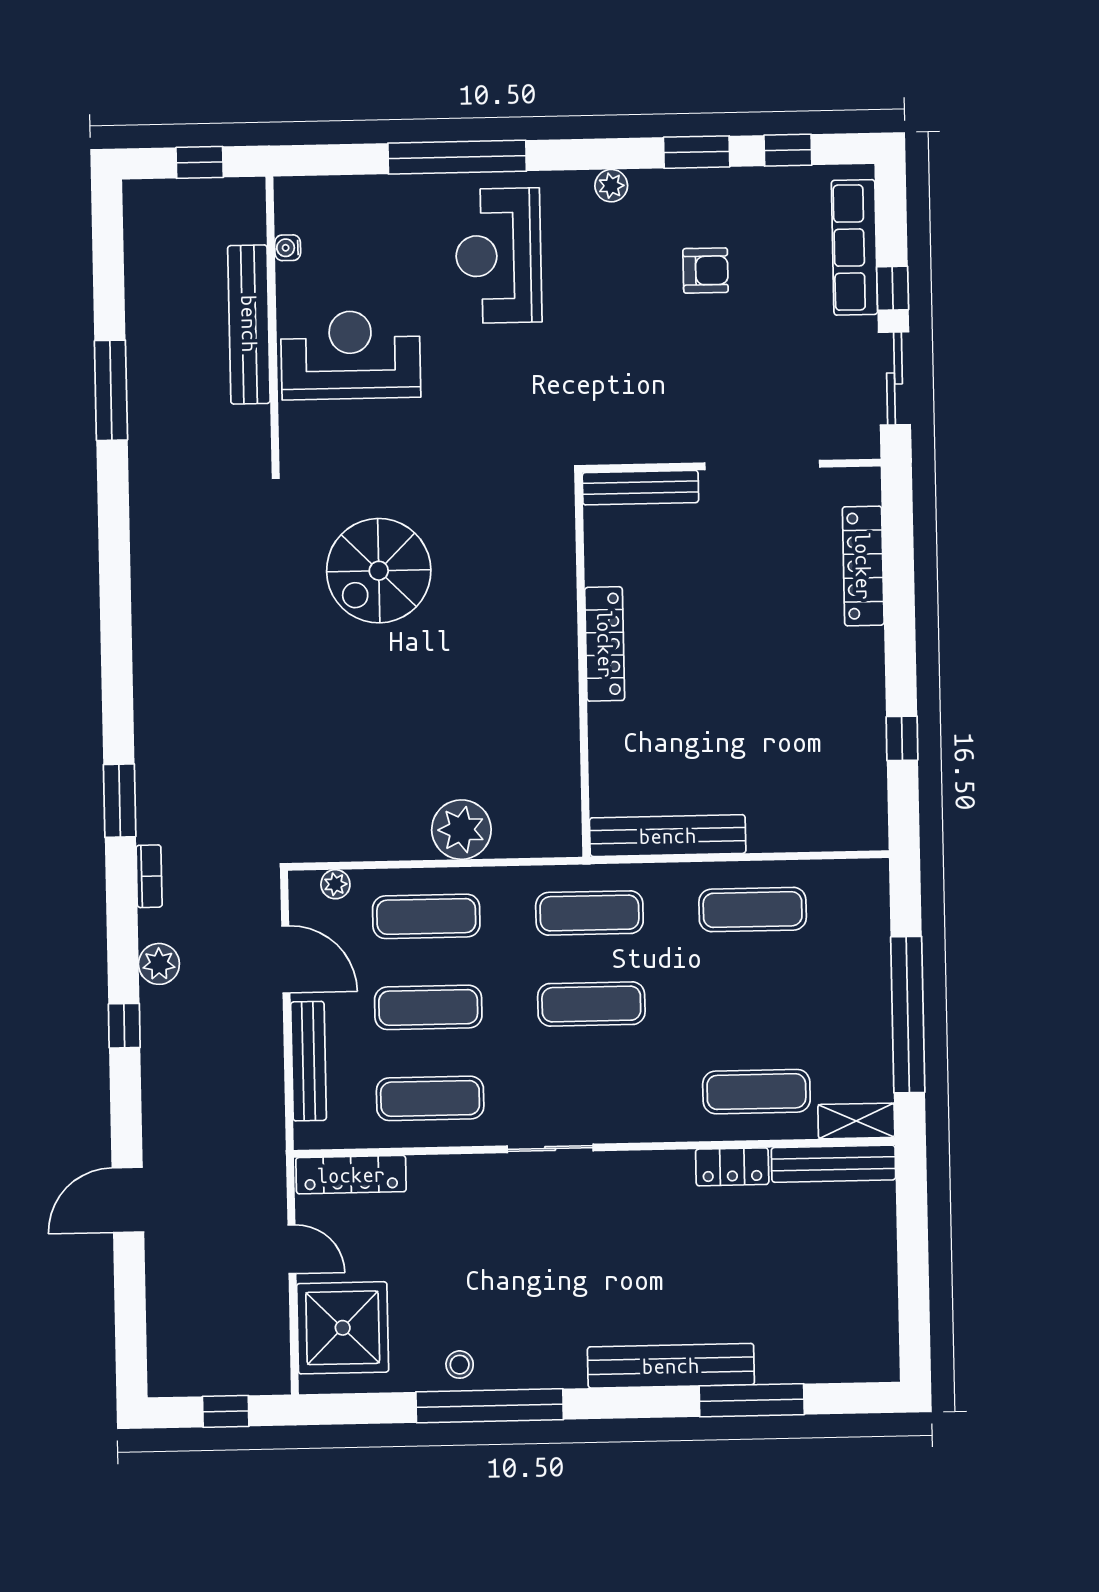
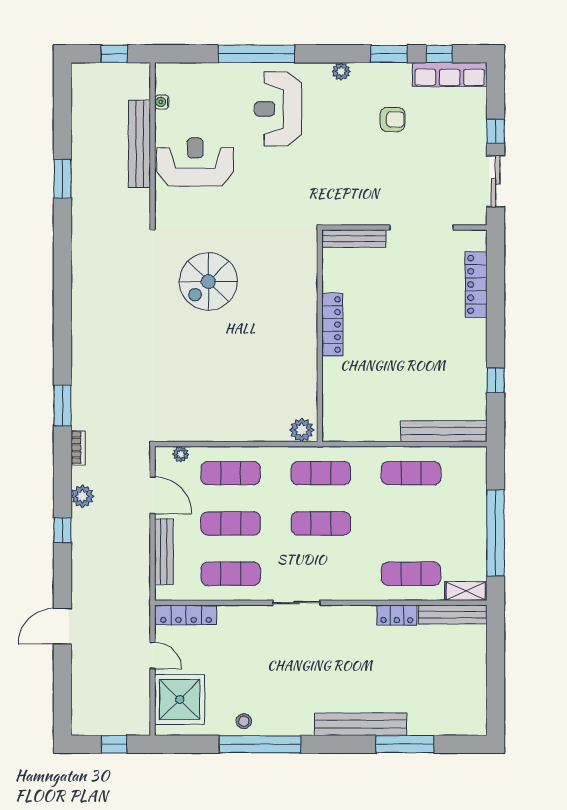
row of seats: (854, 247) -> (450, 74), moved, turned -90
window: (111, 390) -> (62, 179), width x0.69
plant: (461, 830) -> (302, 430), moved, width x0.73, depth x0.73
bench: (668, 836) -> (444, 431), moved

